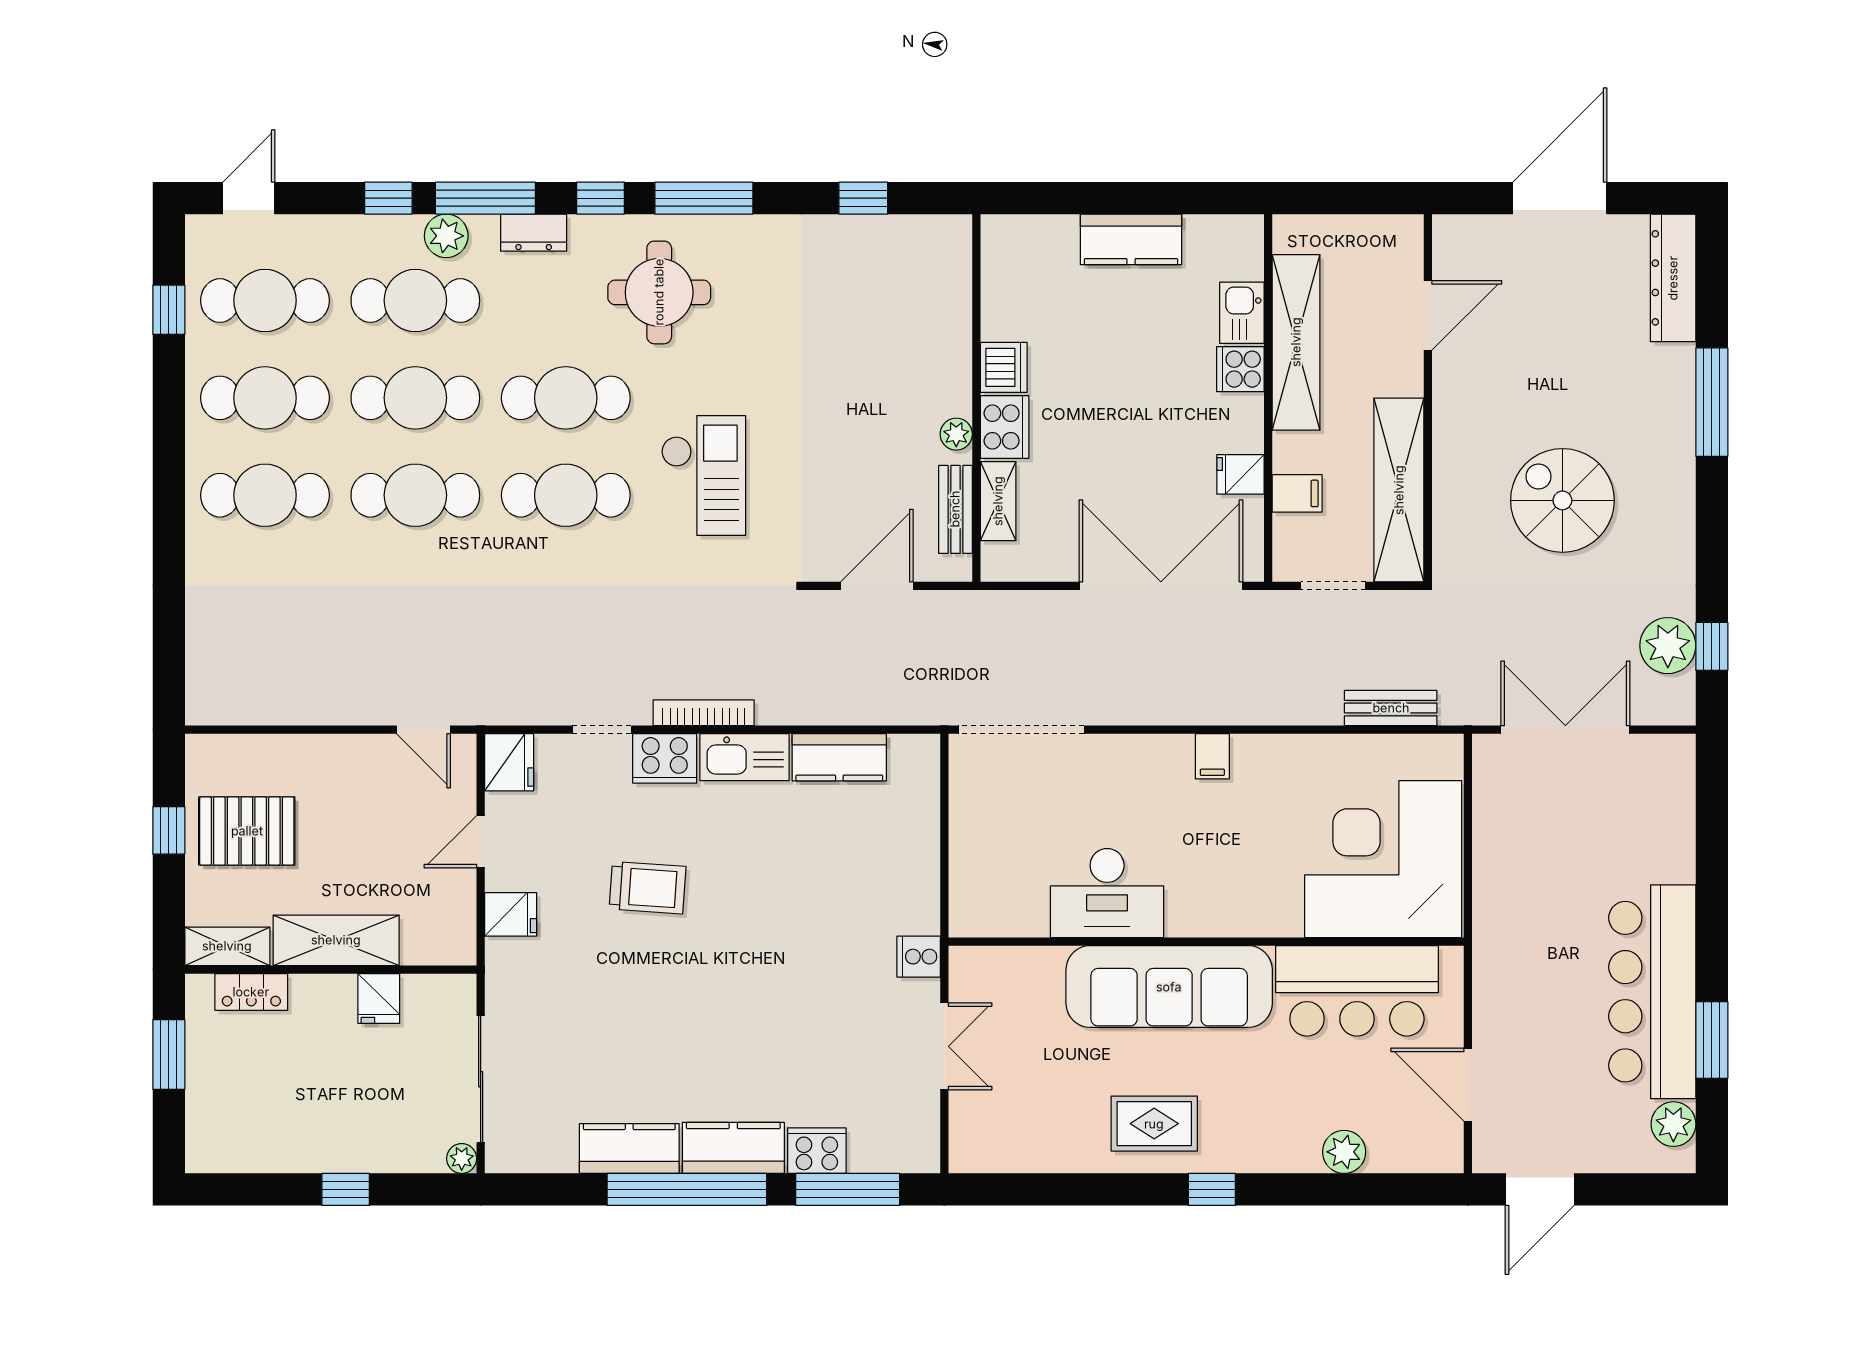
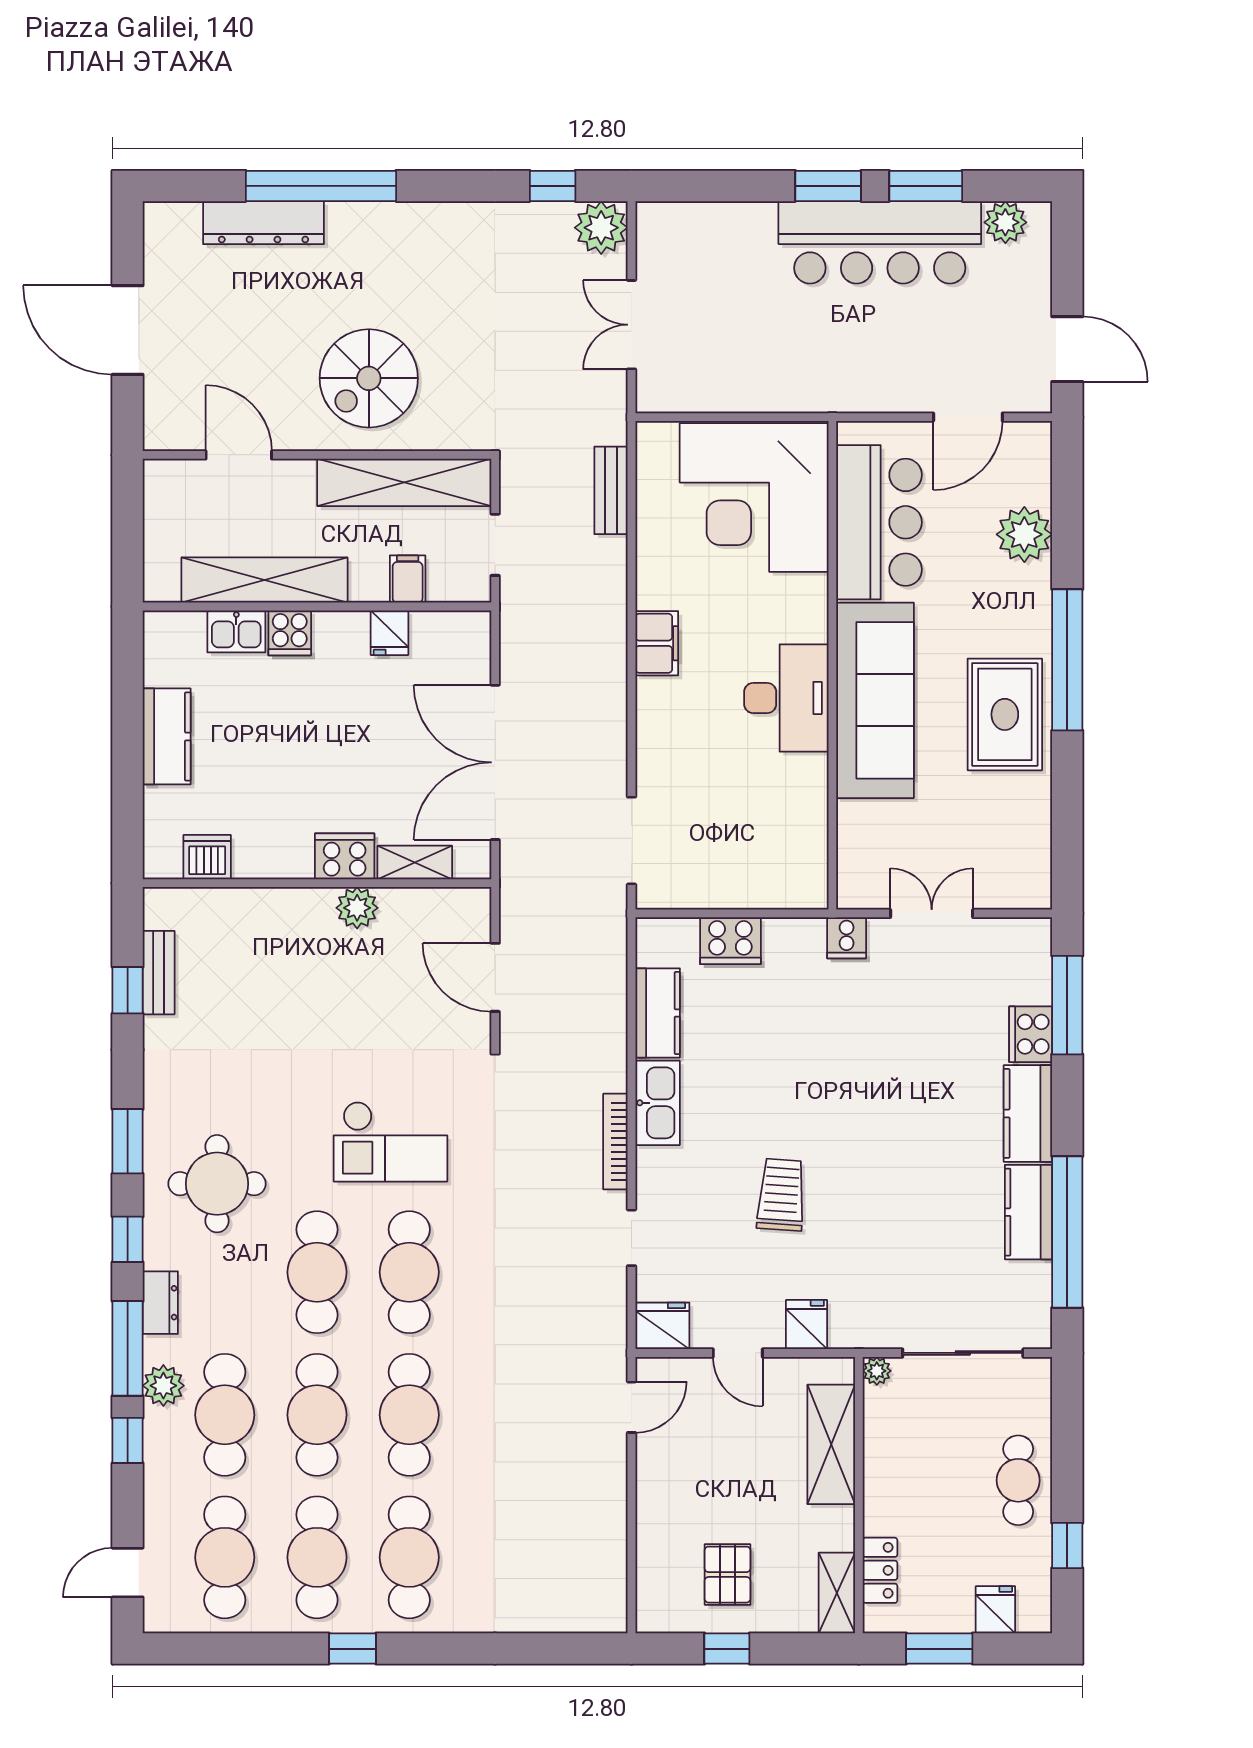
door: (249, 198) -> (128, 1573), hinge flipped
window: (704, 198) -> (128, 1141), width x0.69
dresser: (1673, 278) -> (264, 223), moved
window: (169, 310) -> (352, 1649), moved
dishwasher: (1004, 367) -> (207, 857), moved
window: (1712, 402) -> (321, 186), width x1.46
plant: (956, 434) -> (357, 908), width x1.38, depth x1.38
checkout: (704, 475) -> (391, 1142), turned 180
spiral stairs: (1562, 500) -> (369, 378), moved
bench: (955, 509) -> (159, 973), moved, turned 90
double door: (1161, 586) -> (495, 762), moved
plant: (1668, 646) -> (601, 228), moved
doorway: (1021, 730) -> (631, 841), width x0.73
double door: (1565, 730) -> (631, 325), width x0.73
filing cabinet: (1212, 756) -> (657, 643), width x2.00
cooker: (665, 758) -> (730, 941), moved, turned 90
pallet: (247, 831) -> (727, 1575), width x0.67, depth x0.71
desk: (1107, 893) -> (786, 698), moved
window: (1712, 937) -> (828, 186), added
shelving: (336, 940) -> (831, 1444), moved
fridge: (379, 998) -> (995, 1610), moved, turned -90
rug: (1154, 1124) -> (1005, 714), width x1.36, depth x1.43
cafe table: (346, 1138) -> (1018, 1480), added
plant: (1344, 1152) -> (1024, 534), width x1.36, depth x1.36
plant: (462, 1158) -> (877, 1371), moved
window: (346, 1189) -> (1067, 1546), moved
window: (687, 1189) -> (1067, 1232), moved
window: (1212, 1189) -> (1067, 660), width x3.17

